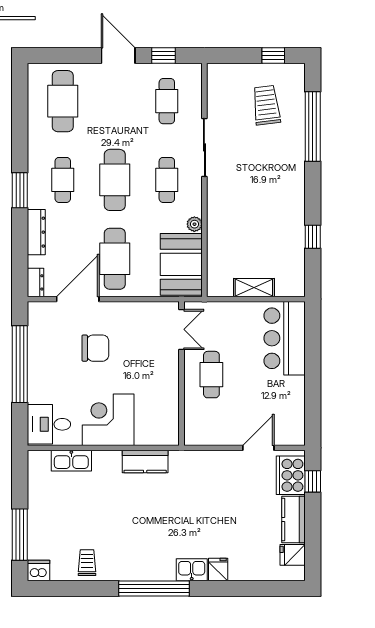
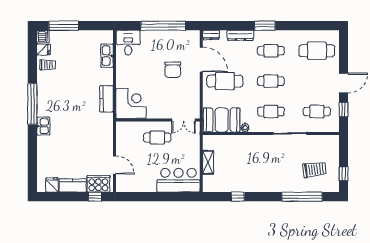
cafe table: (115, 180) -> (271, 81), width x0.73, depth x0.74
corner desk: (108, 420) -> (131, 104), moved
fridge: (218, 570) -> (43, 49), moved

